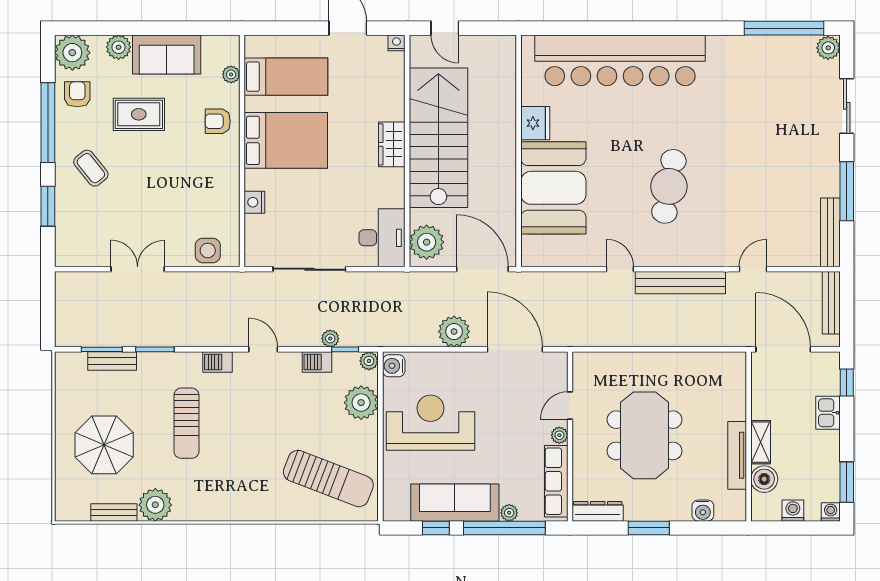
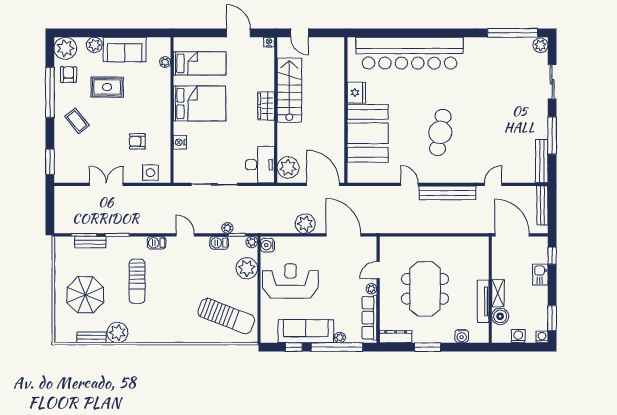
armchair: (218, 121) -> (137, 141), moved
stairs: (438, 138) -> (289, 90), width x0.73, depth x0.66
window: (48, 206) -> (50, 162), moved

